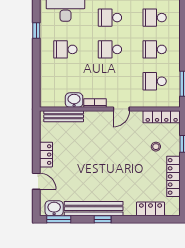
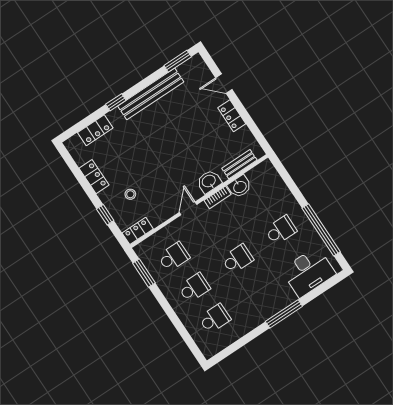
school desk: (110, 18) -> (258, 290), removed
window: (36, 30) -> (321, 230), width x3.17
bench: (64, 116) -> (239, 164), width x0.73
locker: (162, 117) -> (138, 231), width x0.66
locker: (173, 176) -> (94, 177), width x0.66
washbasin: (54, 208) -> (209, 181), moved, turned 180
window: (103, 219) -> (116, 102), moved

